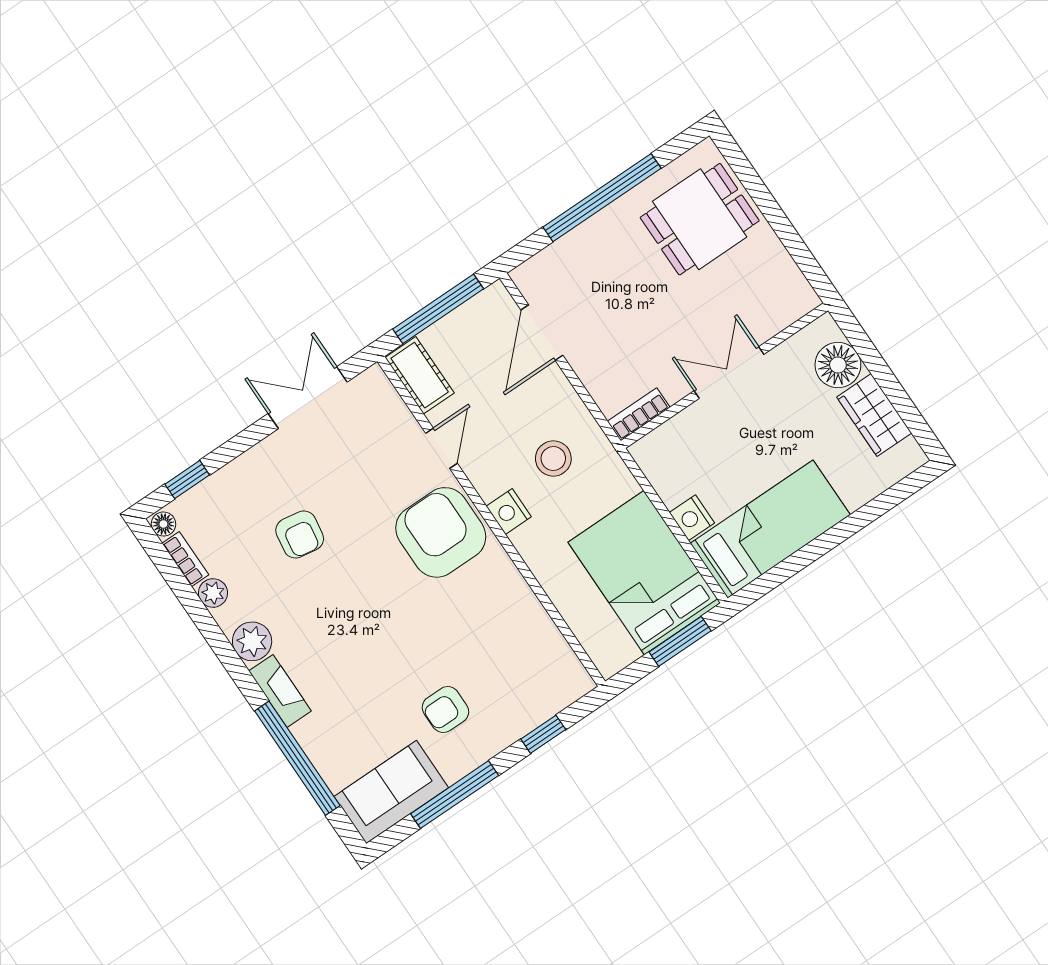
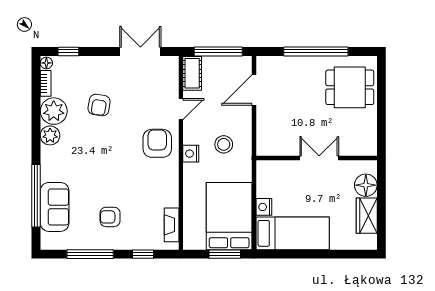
bookcase: (639, 414) -> (271, 150), removed
armchair: (441, 532) -> (157, 143), width x0.73, depth x0.73
plant: (213, 593) -> (54, 111), width x1.87, depth x1.87
fireplace: (280, 691) -> (172, 225), moved, turned 180
sofa: (391, 792) -> (55, 207), moved, turned 90

